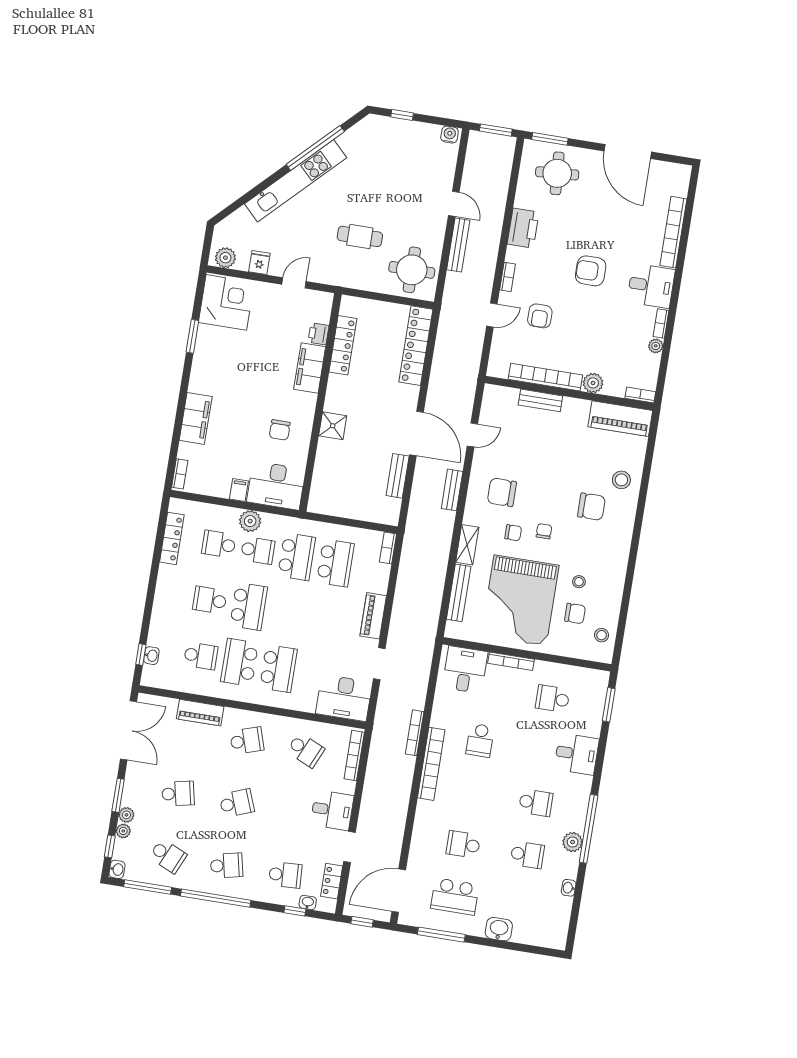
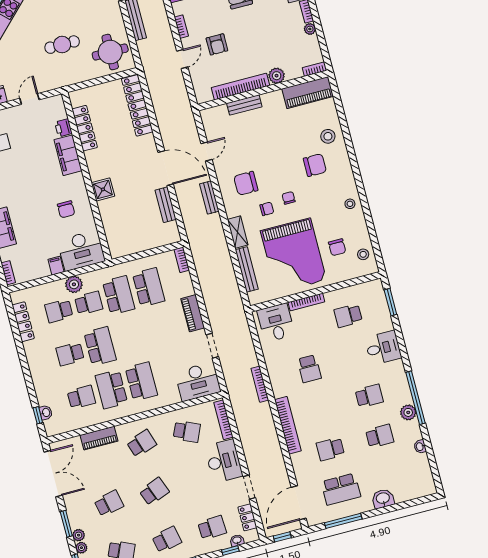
stool: (579, 582) -> (350, 204), moved
chair: (575, 613) -> (337, 247), turned 90
bookcase: (431, 764) -> (288, 425), moved
desk: (332, 810) -> (224, 461), width x1.37

